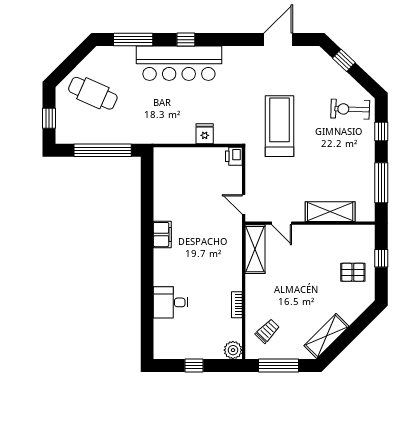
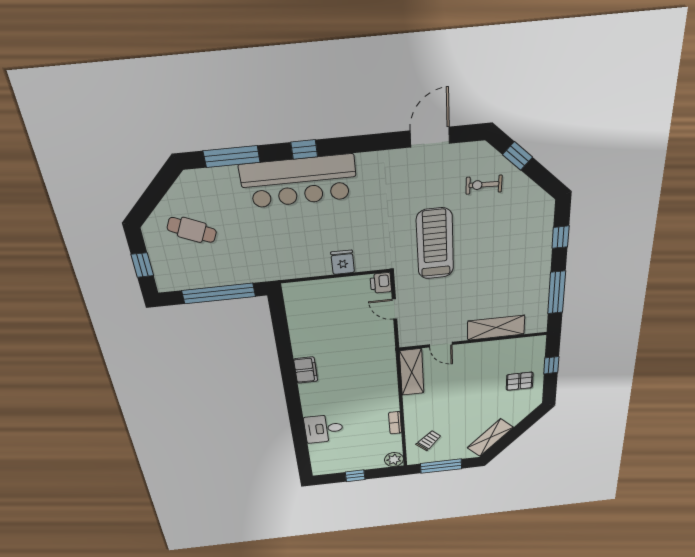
cafe table: (93, 93) -> (192, 230), width x0.73, depth x0.74
exercise bike: (350, 109) -> (484, 185), moved, width x0.73, depth x0.72
door: (244, 204) -> (395, 309), moved

